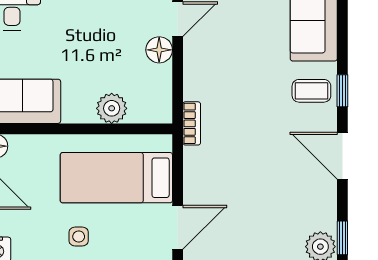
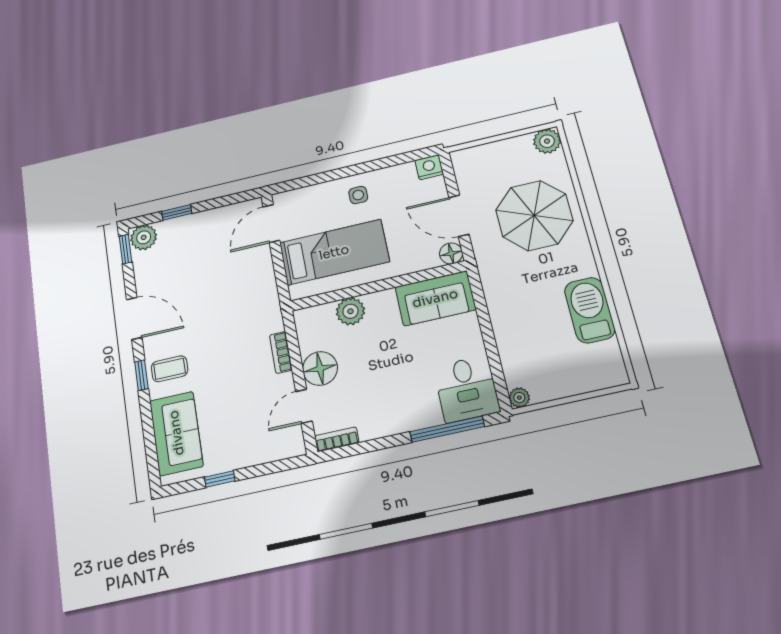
floor lamp: (159, 50) -> (320, 368), width x1.38, depth x1.38
bookcase: (192, 123) -> (281, 352), moved

